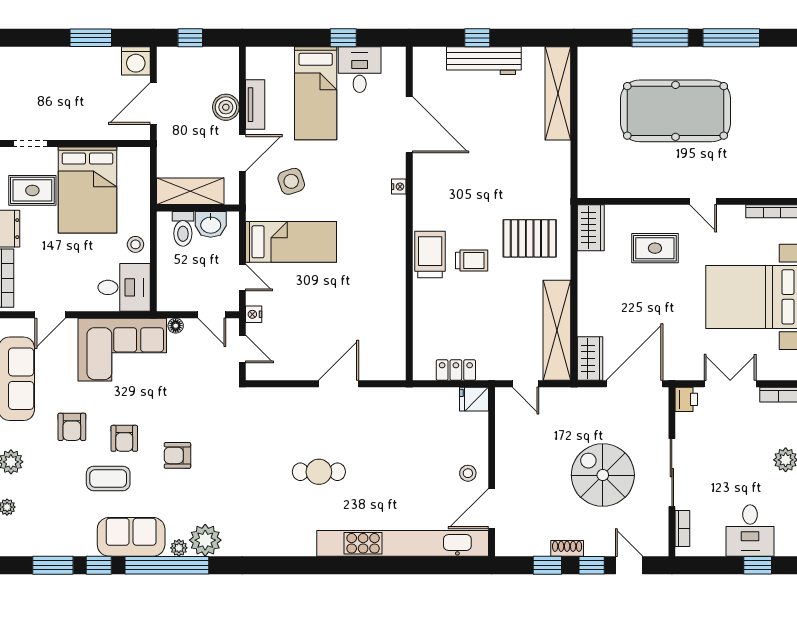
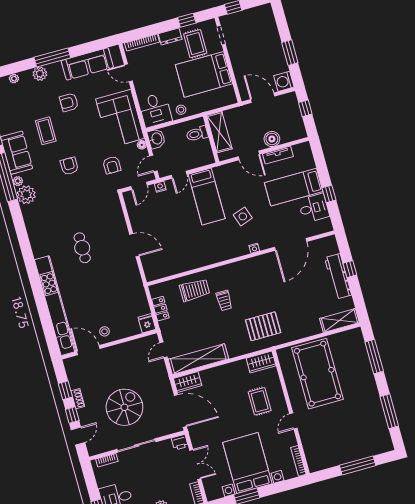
window: (660, 38) -> (374, 357), moved
shelving: (558, 93) -> (340, 321), width x0.68
pool table: (676, 111) -> (317, 374), moved
side table: (291, 181) -> (243, 216), moved
washbasin: (211, 224) -> (156, 139), moved, turned 180
pallet: (530, 238) -> (263, 326), moved, turned 90
trolley: (430, 254) -> (195, 290), moved
armchair: (124, 438) -> (112, 165), moved, turned -90

